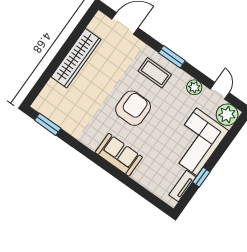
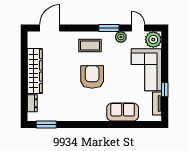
window: (172, 57) -> (109, 28), moved
dresser: (49, 91) -> (32, 103), added
sofa: (119, 155) -> (123, 112), moved

